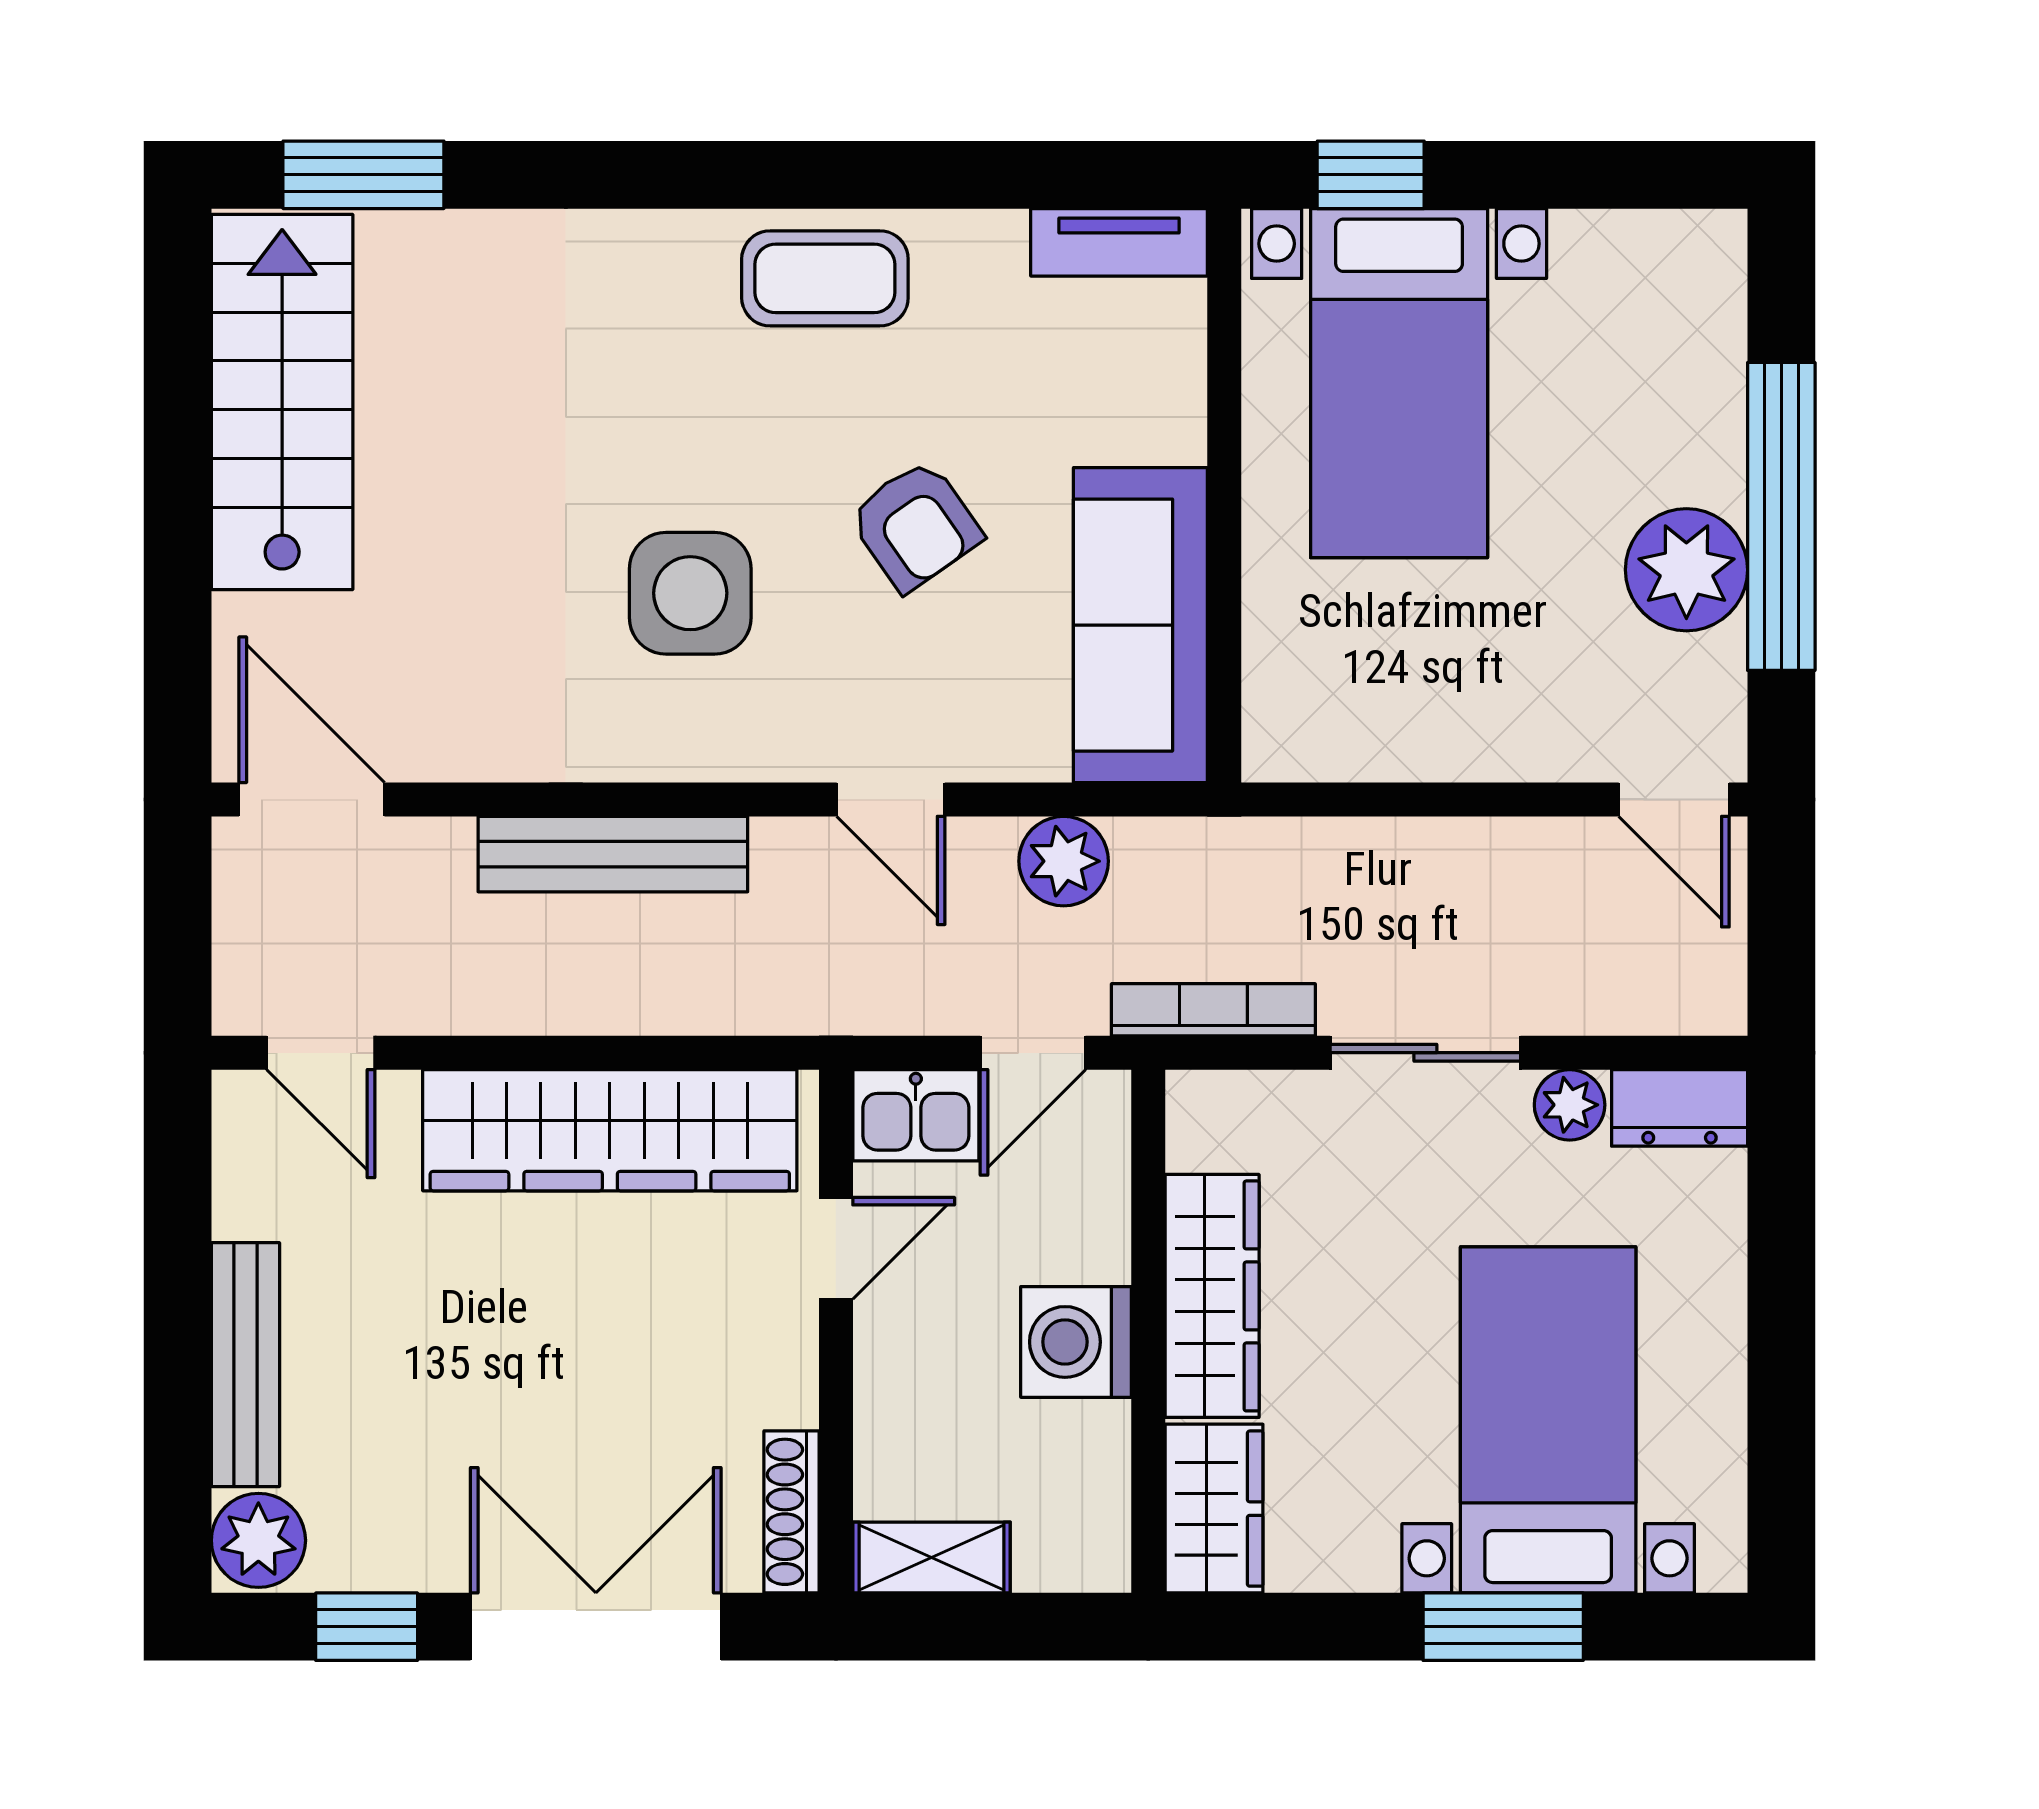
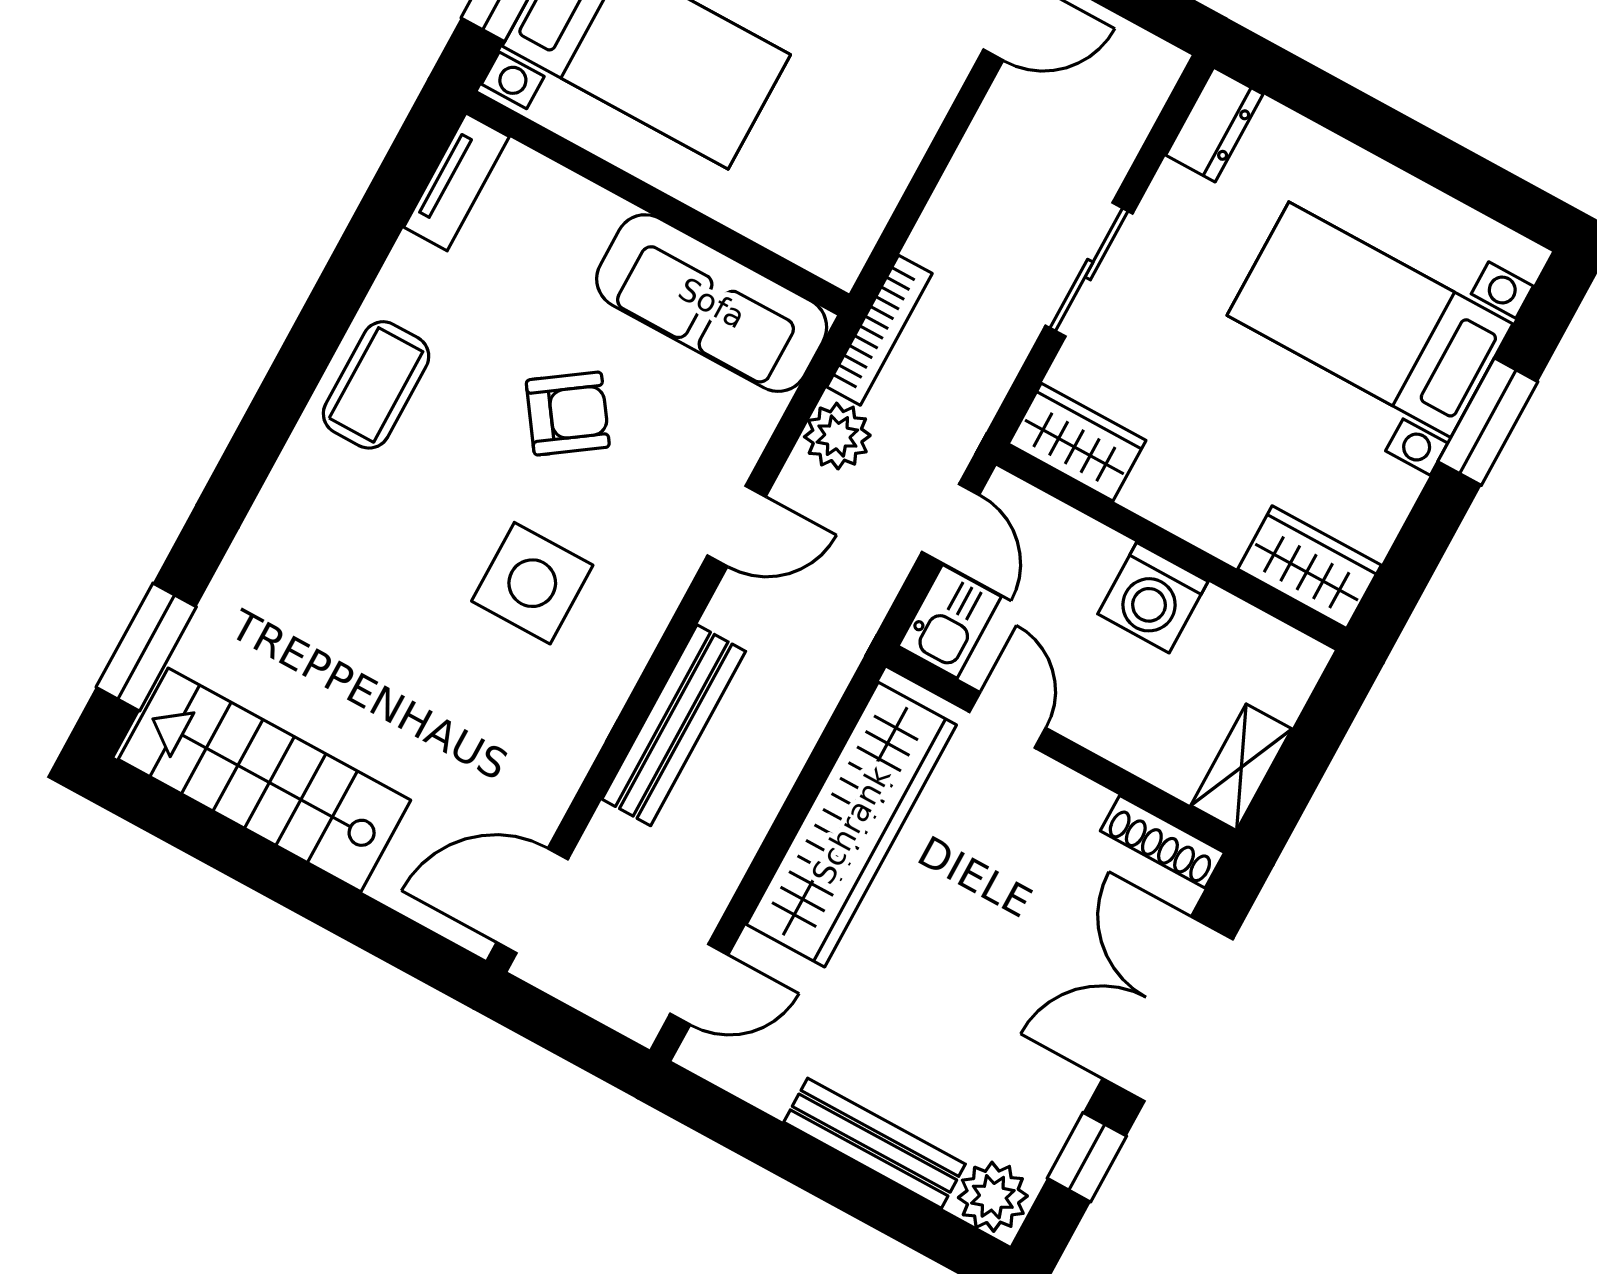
bookcase: (1213, 1010) -> (879, 330), moved, turned 180
plant: (1570, 1105) -> (1174, 195), removed
wardrobe: (1212, 1296) -> (1077, 442), moved, width x0.67

